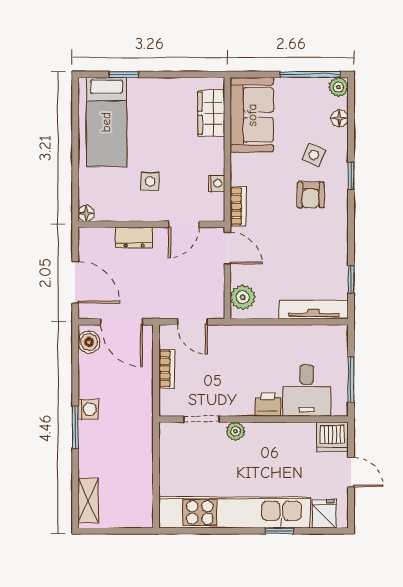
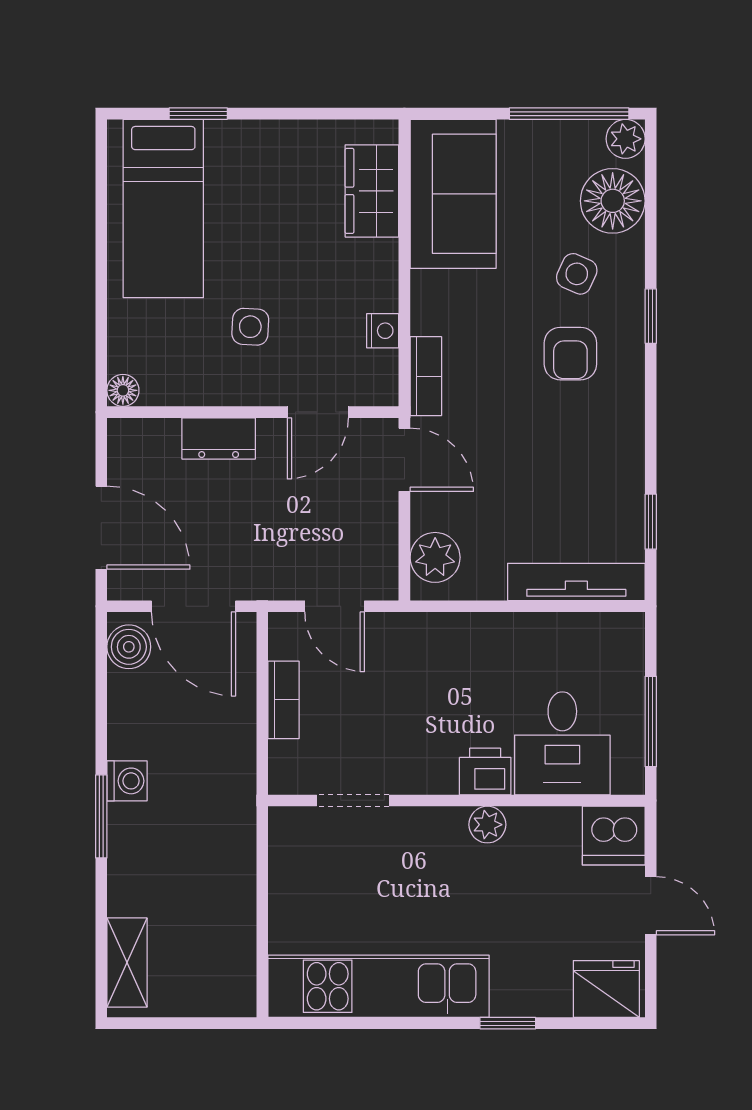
floor lamp: (340, 118) -> (613, 201), width x1.89, depth x1.89
plant: (235, 431) -> (487, 825), moved
kitchen unit: (235, 512) -> (379, 986), width x0.73
fridge: (324, 514) -> (606, 989), width x1.38

